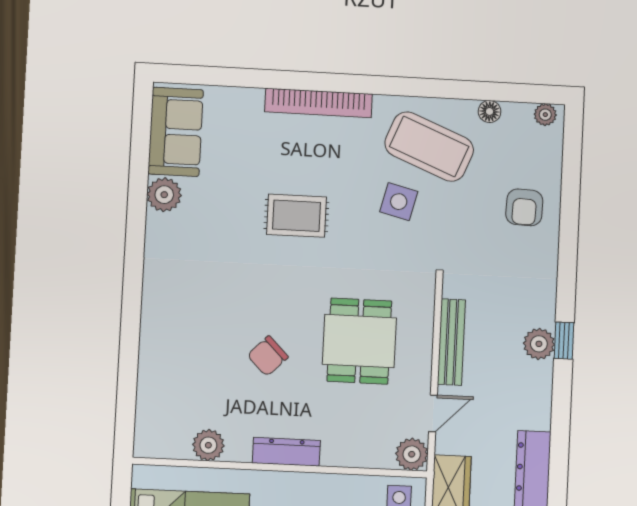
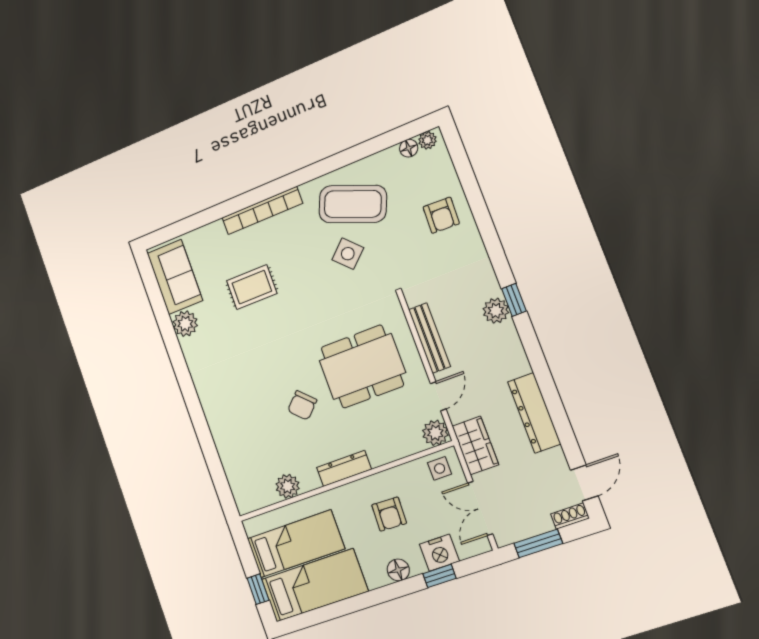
floor lamp: (490, 111) -> (409, 148), moved
side table: (399, 202) -> (348, 254), turned 32
rug: (296, 216) -> (252, 287), moved
dining table: (359, 341) -> (362, 367), width x1.38

